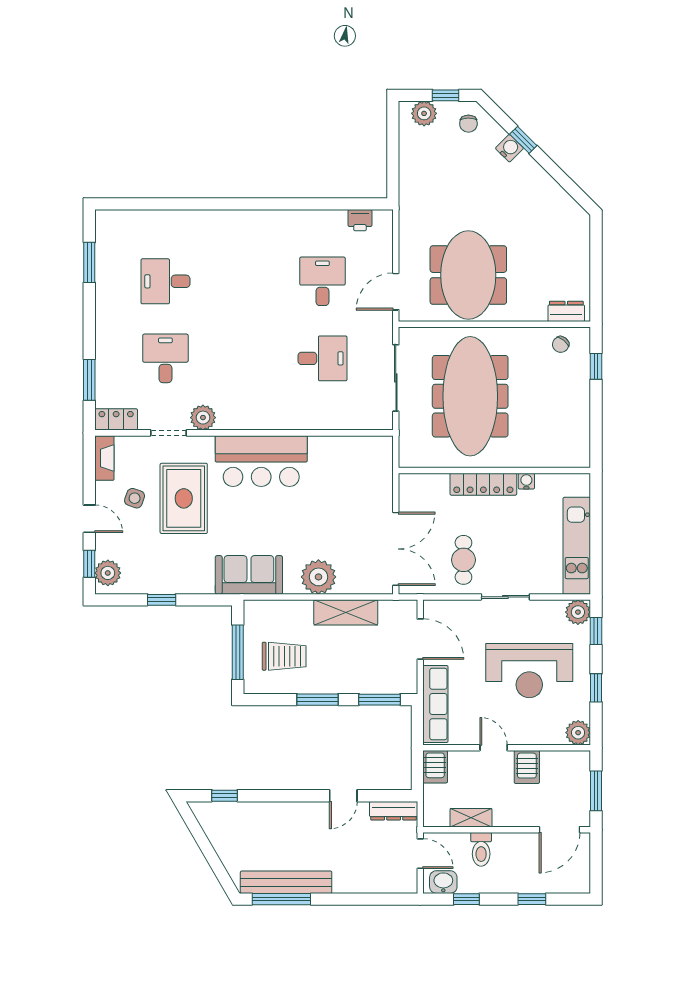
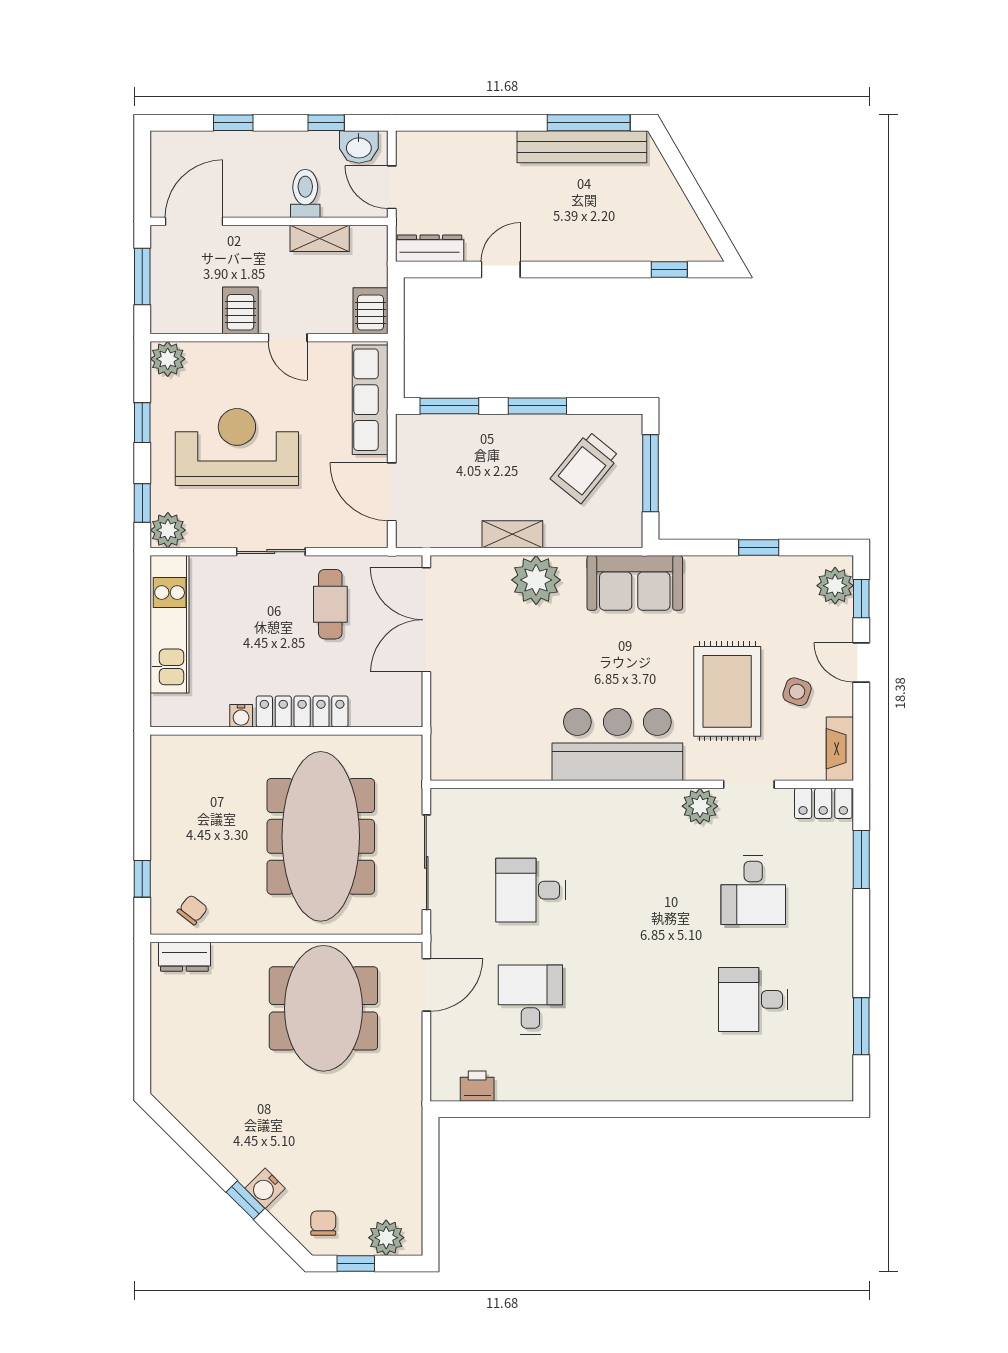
desk: (165, 281) -> (753, 999), turned 180
desk: (322, 281) -> (530, 999), turned 180
shelving: (346, 612) -> (512, 534), width x0.67, depth x0.75
trolley: (284, 656) -> (585, 467), turned -51

